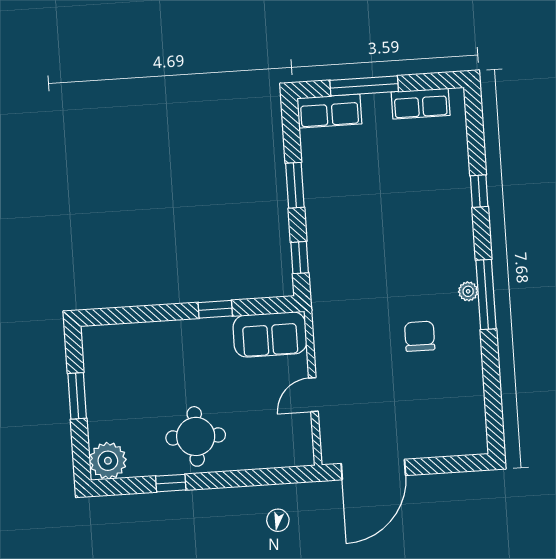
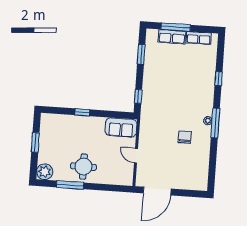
row of seats: (329, 111) -> (172, 37), moved
window: (295, 185) -> (141, 54), moved
window: (215, 309) -> (82, 112), moved
door: (313, 395) -> (136, 156), hinge flipped
window: (171, 483) -> (70, 185), width x2.17

